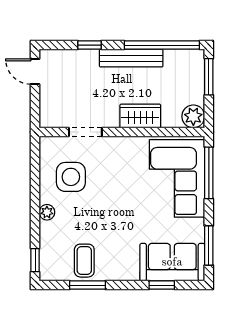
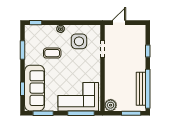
bench: (131, 58) -> (141, 89), moved
door: (35, 72) -> (119, 23), moved
wardrobe: (140, 116) -> (111, 78), removed
coffee table: (84, 261) -> (52, 53), moved
sofa: (172, 262) -> (35, 88), width x1.36

